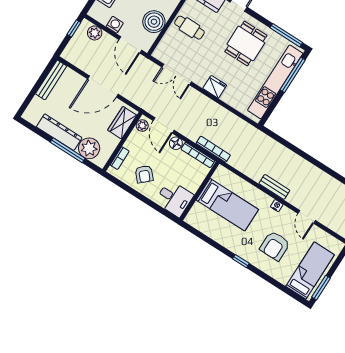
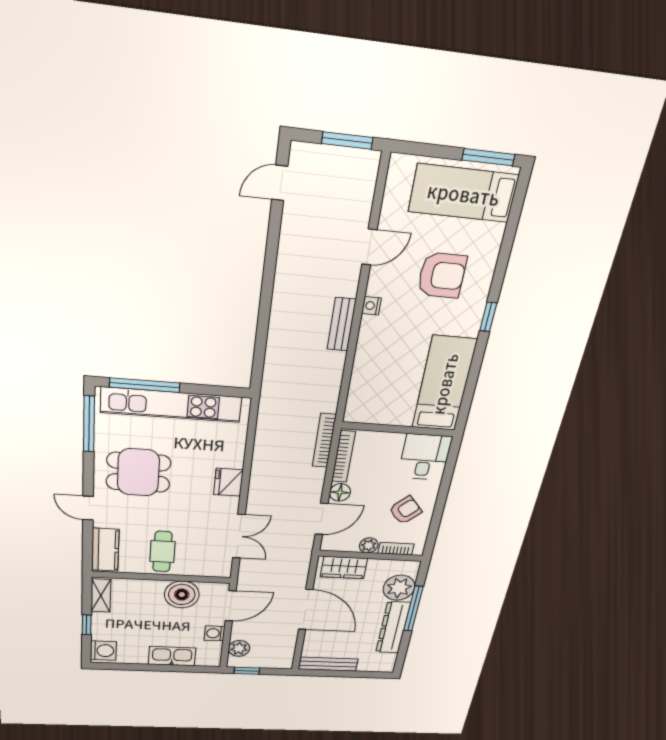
plant: (142, 126) -> (369, 545), moved
bed: (227, 205) -> (444, 384), moved

